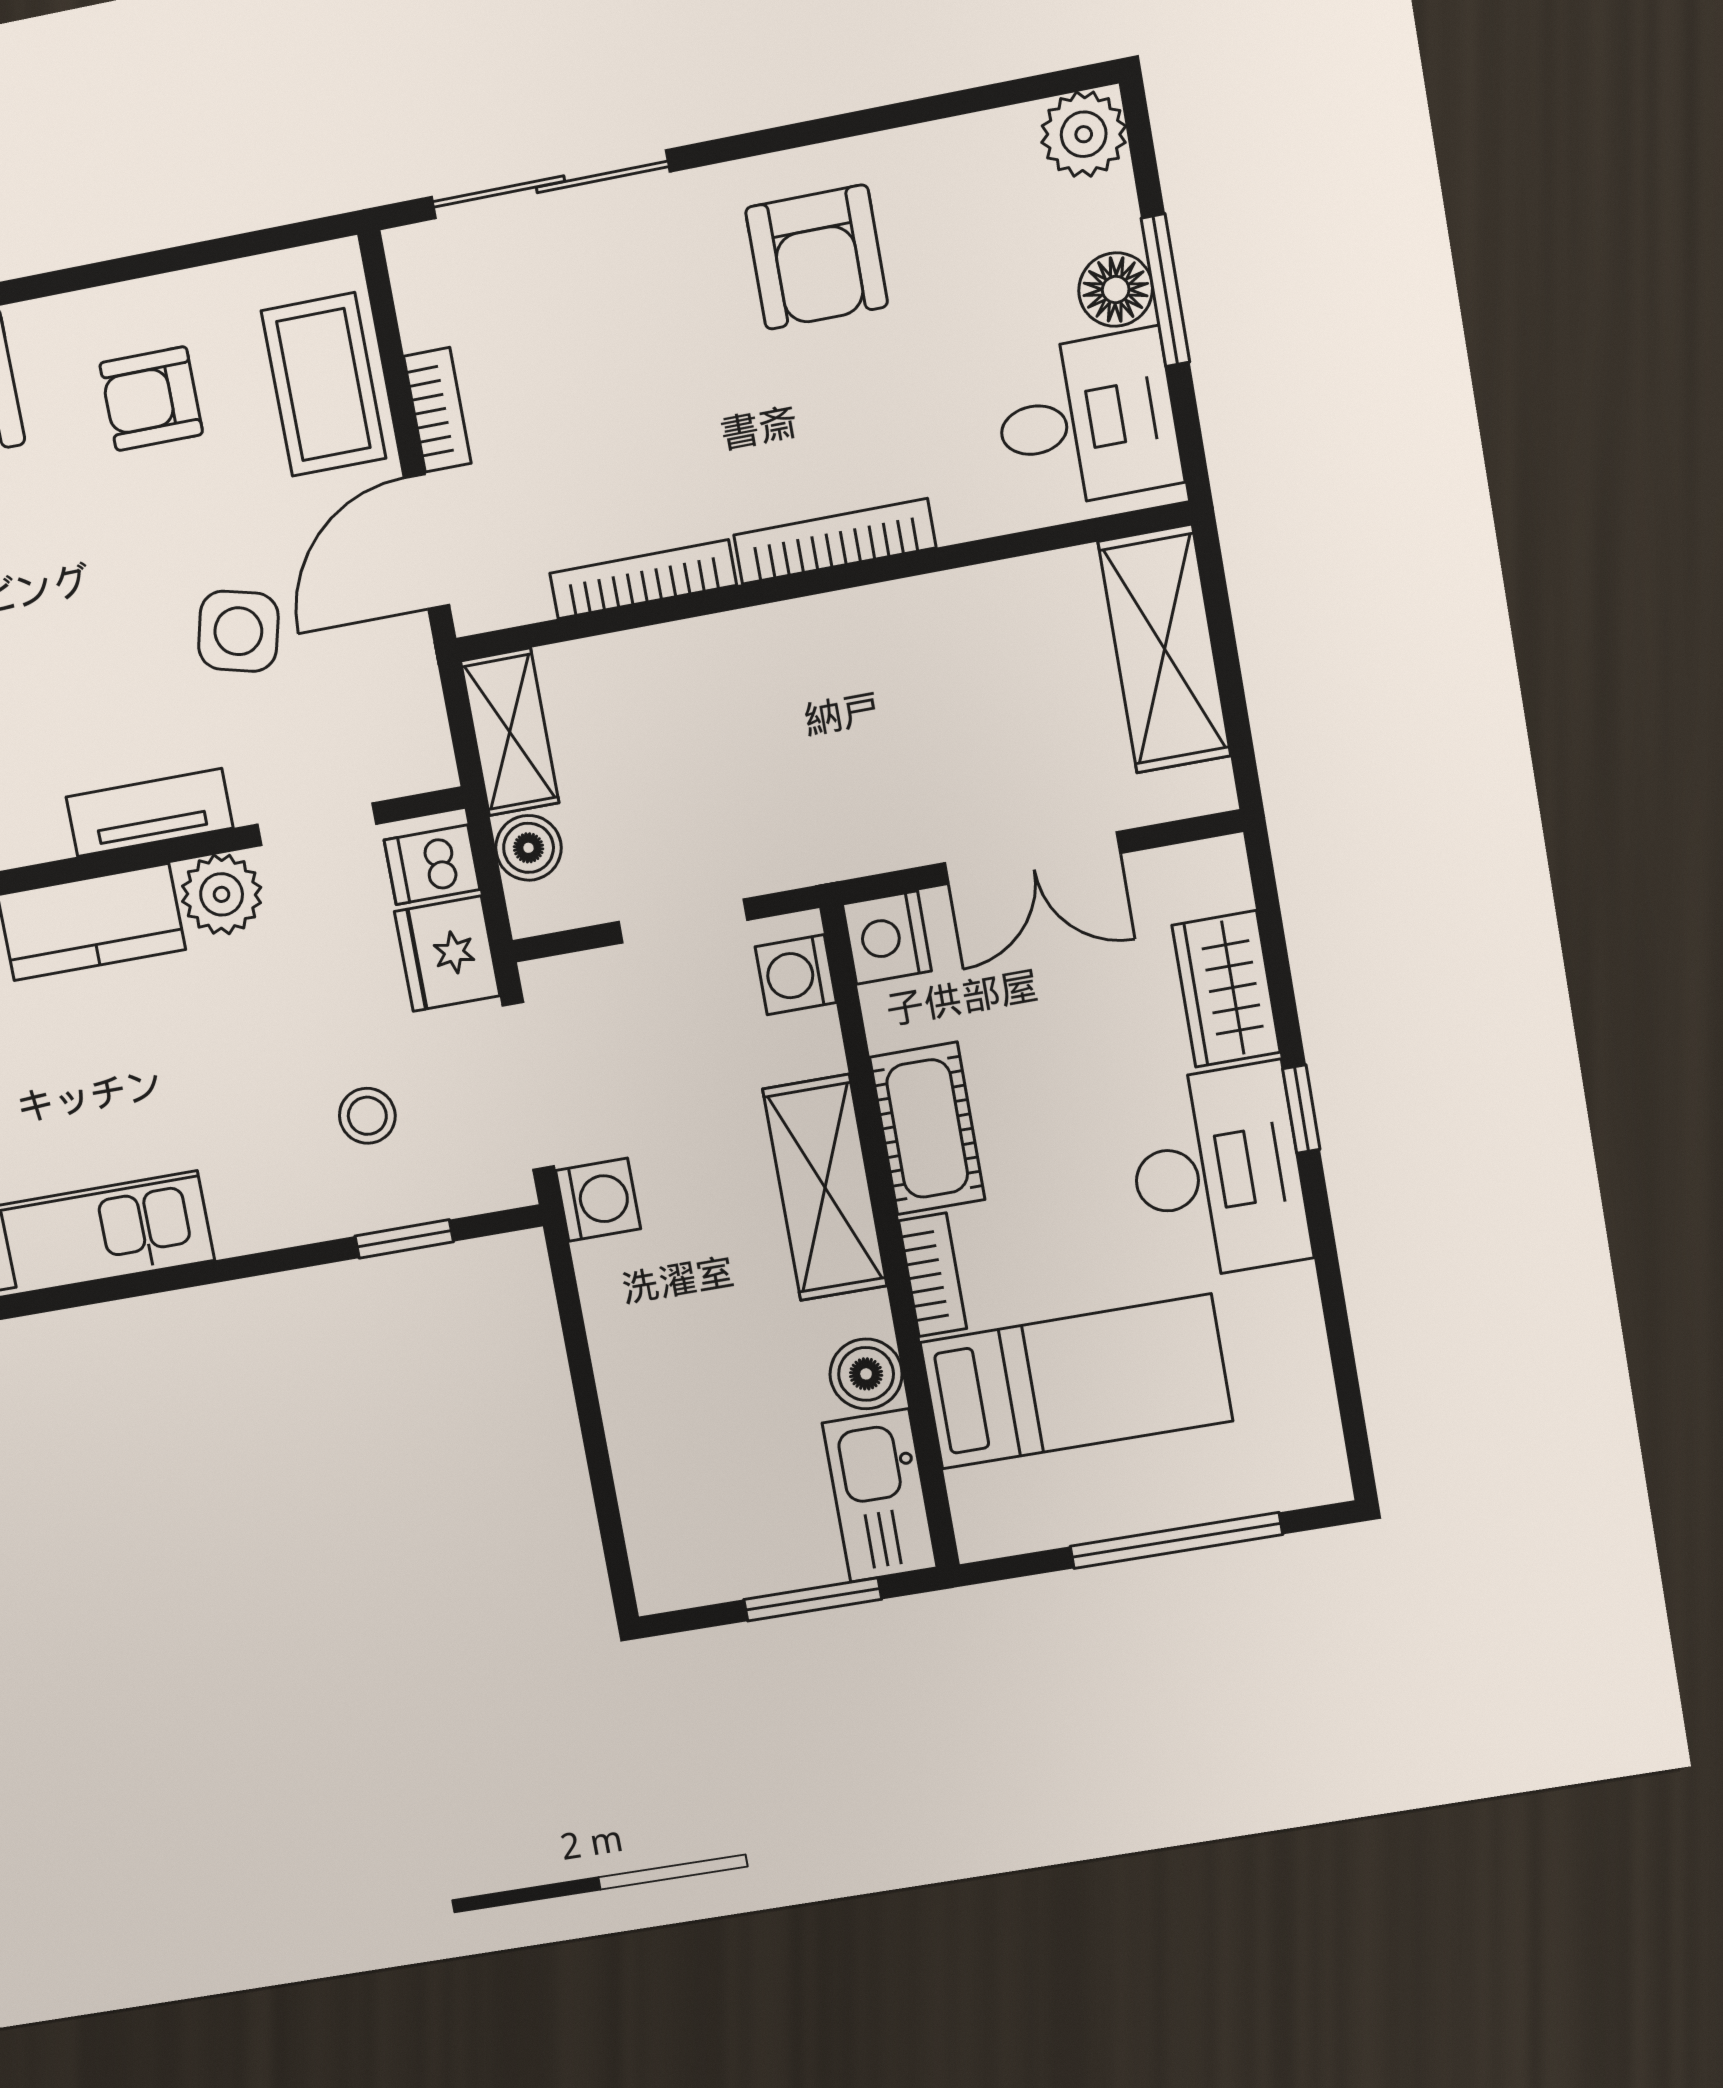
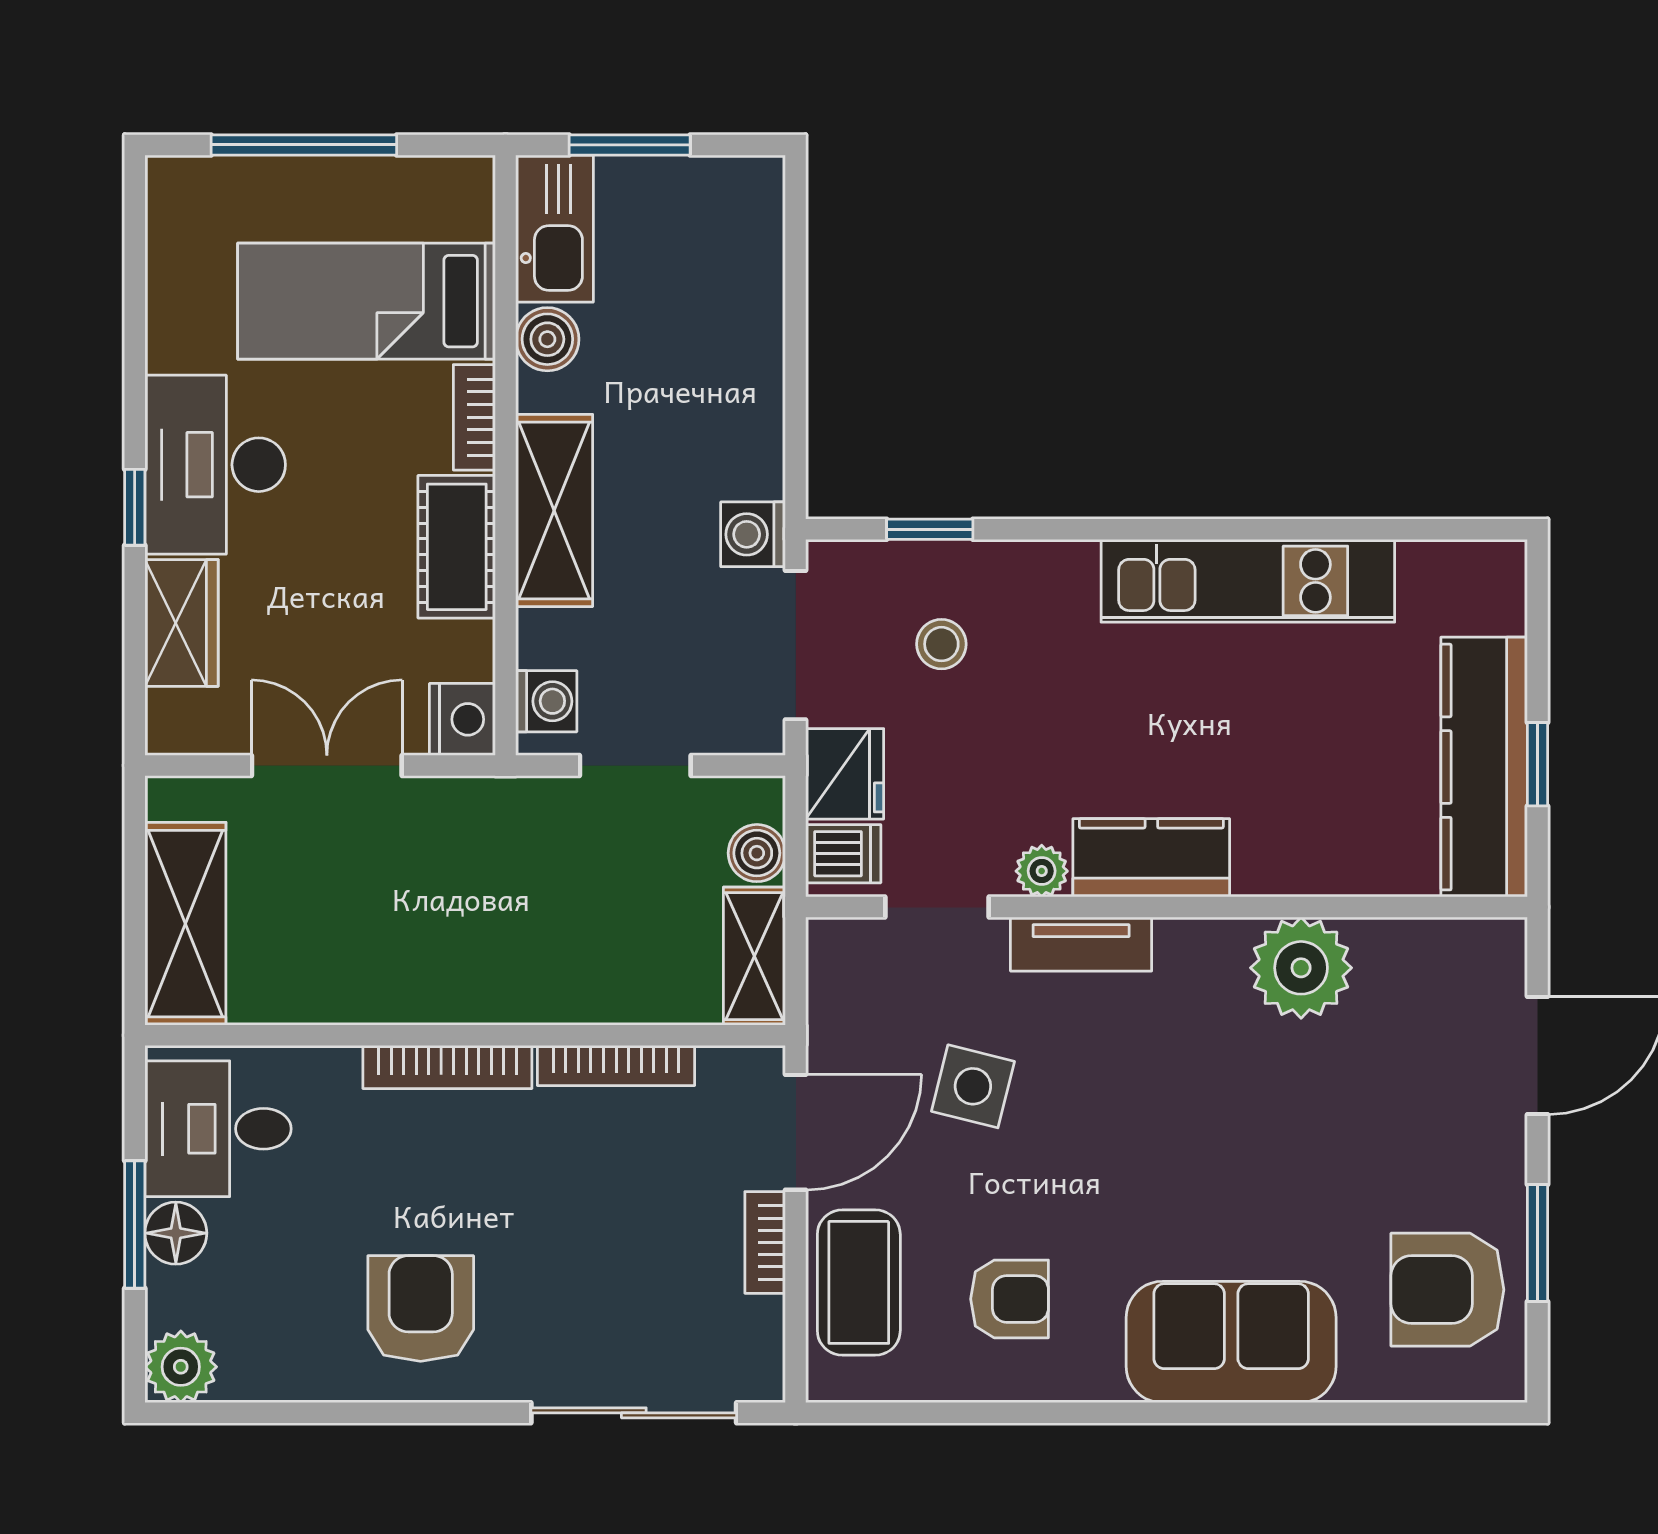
plant: (222, 894) -> (1042, 871), width x0.73, depth x0.73

